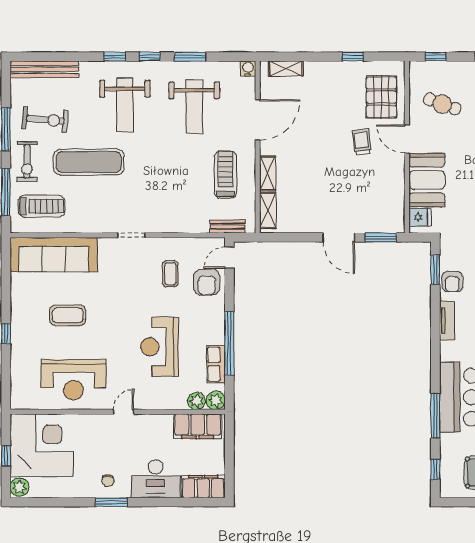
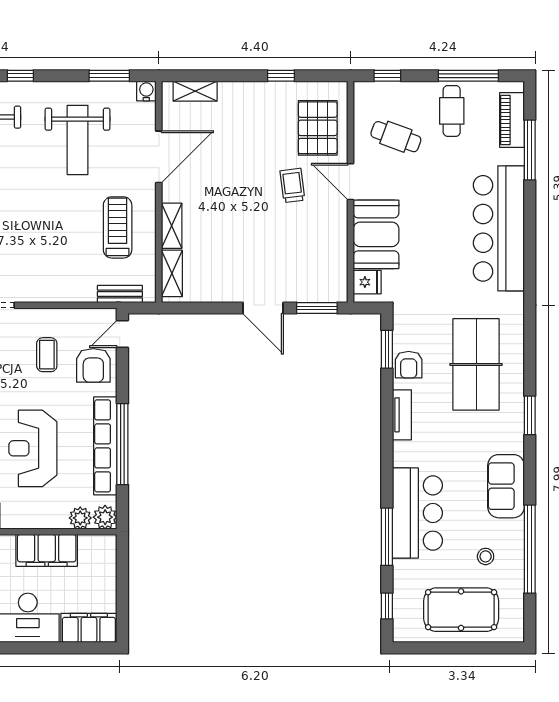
window: (190, 57) -> (109, 76), moved
row of seats: (216, 364) -> (105, 446), width x2.02
filing cabinet: (198, 426) -> (47, 550), moved

